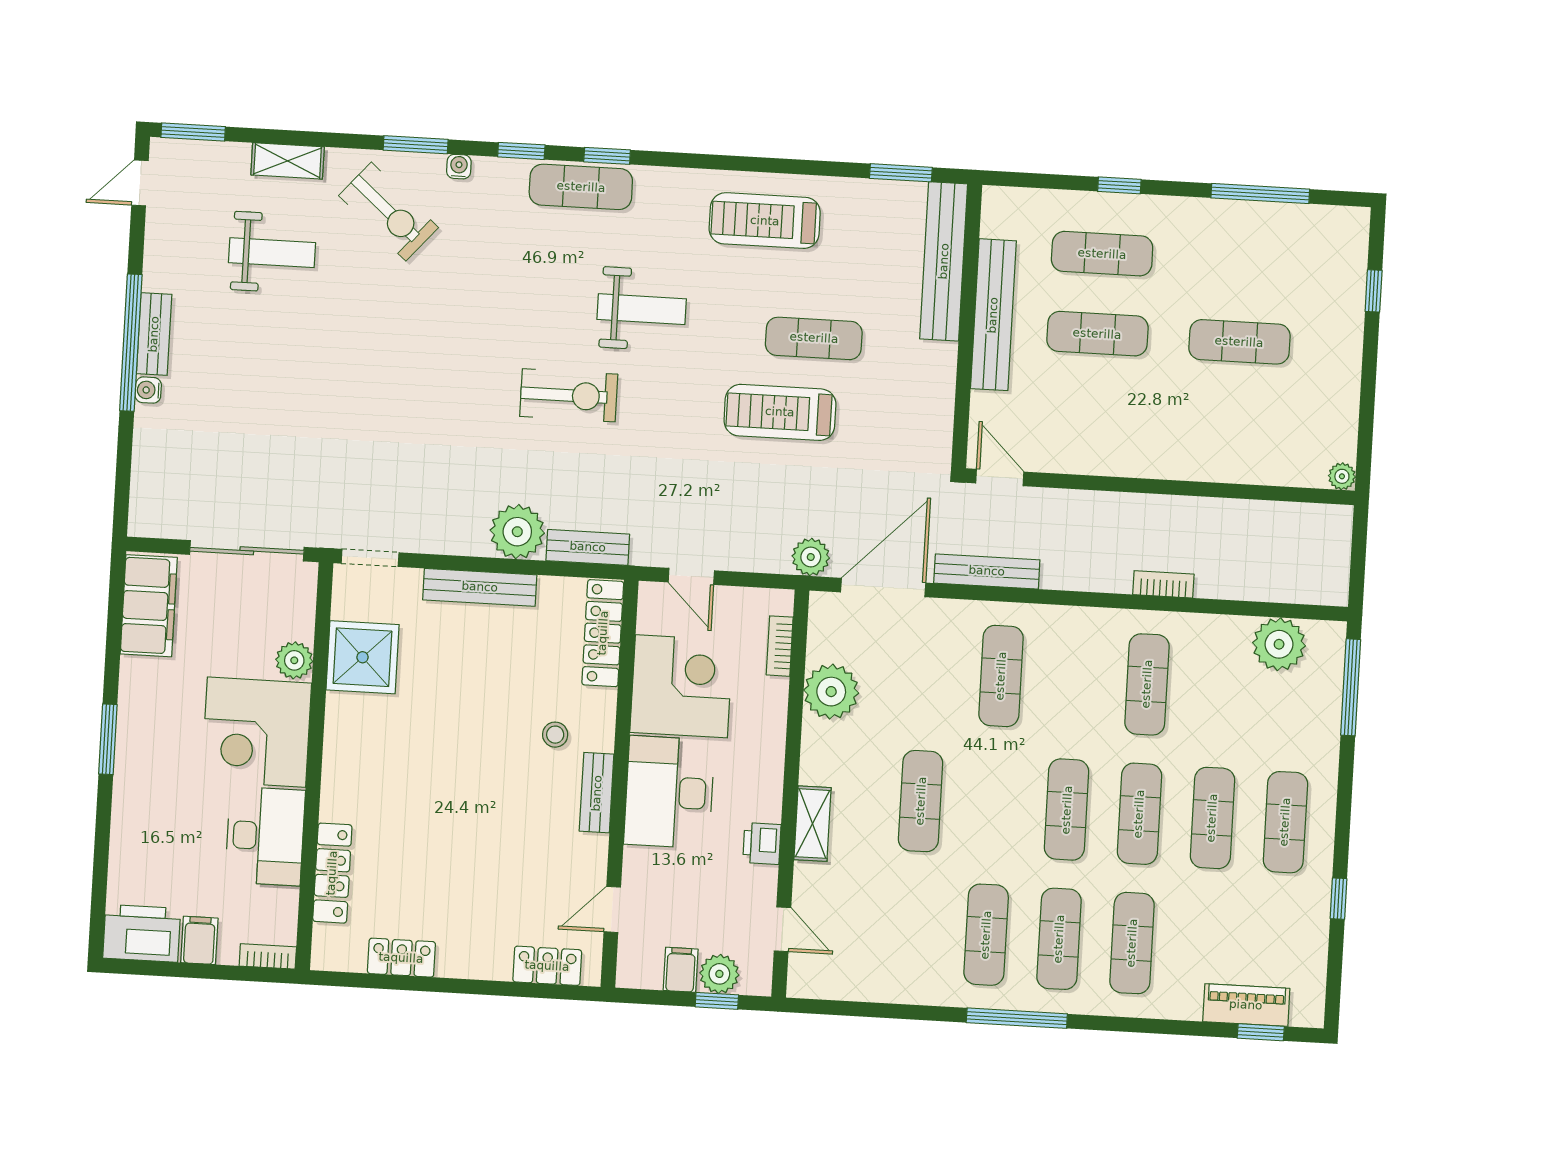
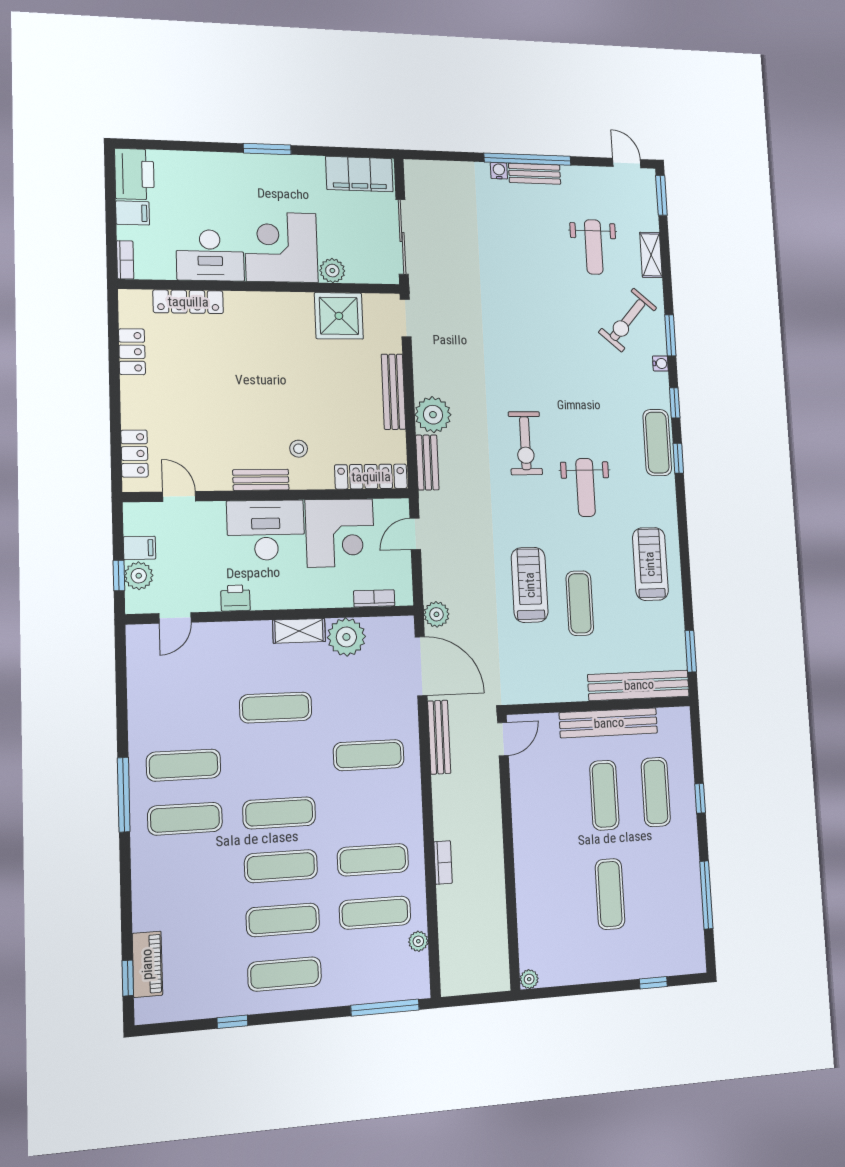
plant: (1279, 644) -> (418, 941), width x0.53, depth x0.53
shelving: (813, 824) -> (299, 631), moved
exercise mat: (1132, 943) -> (375, 913), moved

